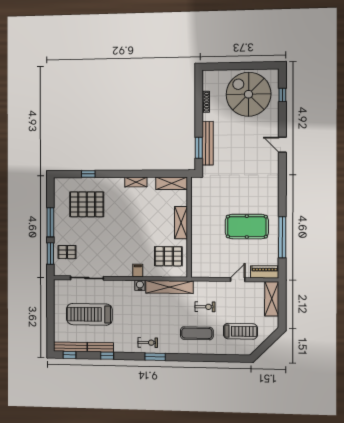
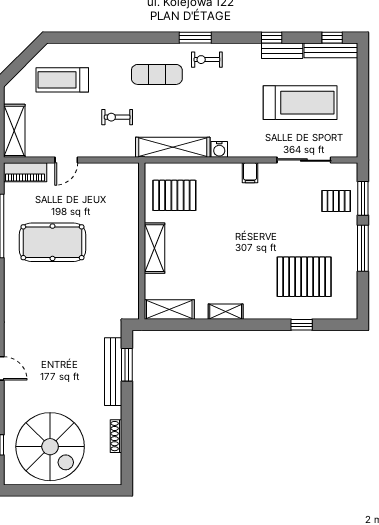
filing cabinet: (138, 270) -> (250, 173), moved
exercise mat: (197, 333) -> (157, 74), moved

